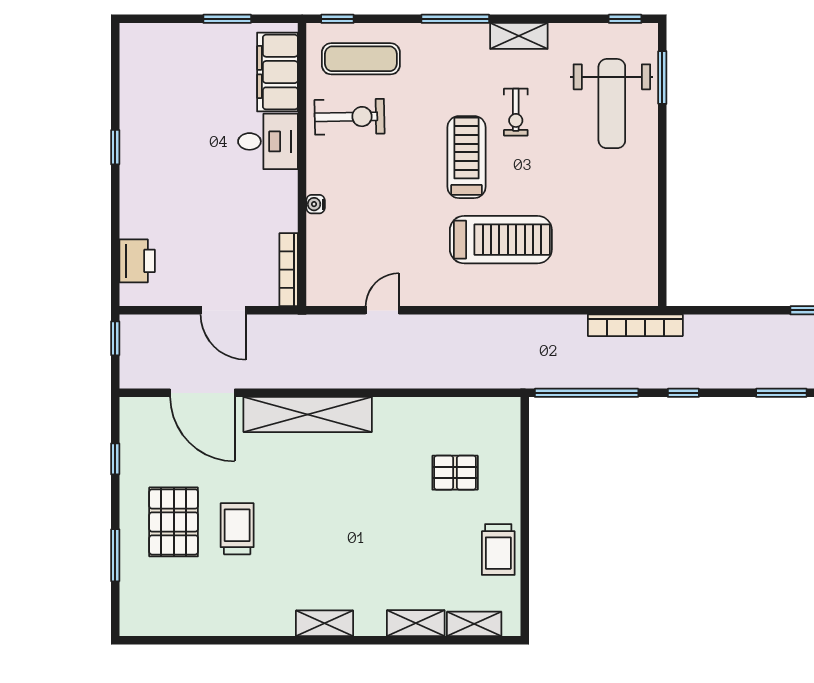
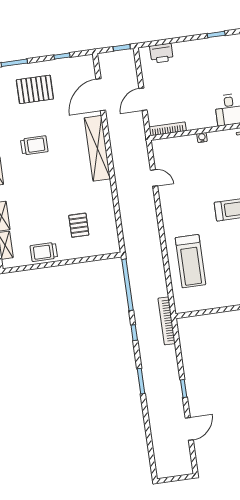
treadmill: (501, 240) -> (190, 261), moved
bookcase: (635, 325) -> (167, 321), moved
trolley: (237, 529) -> (34, 145), moved

